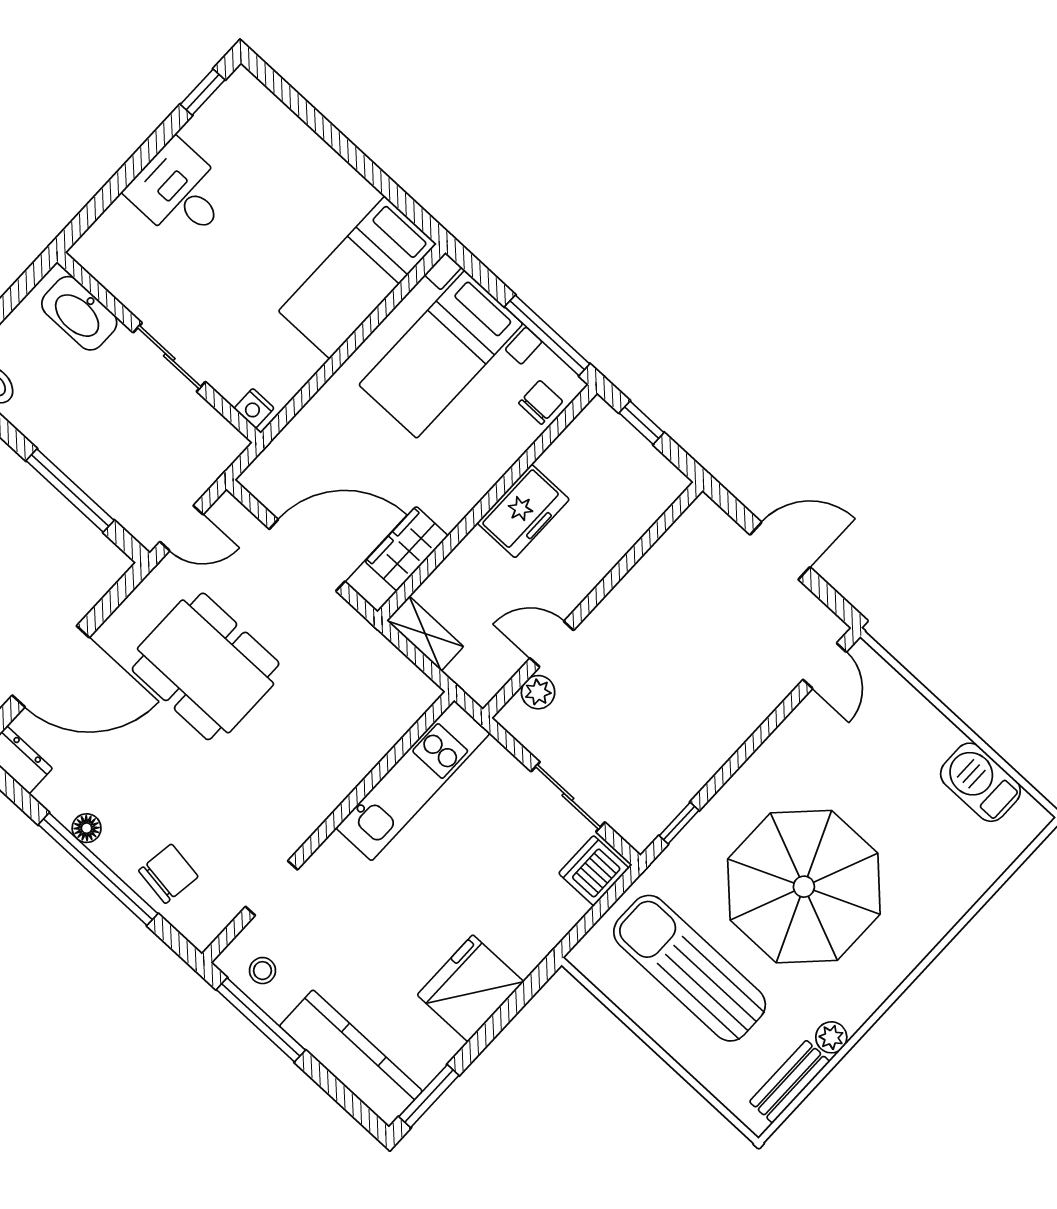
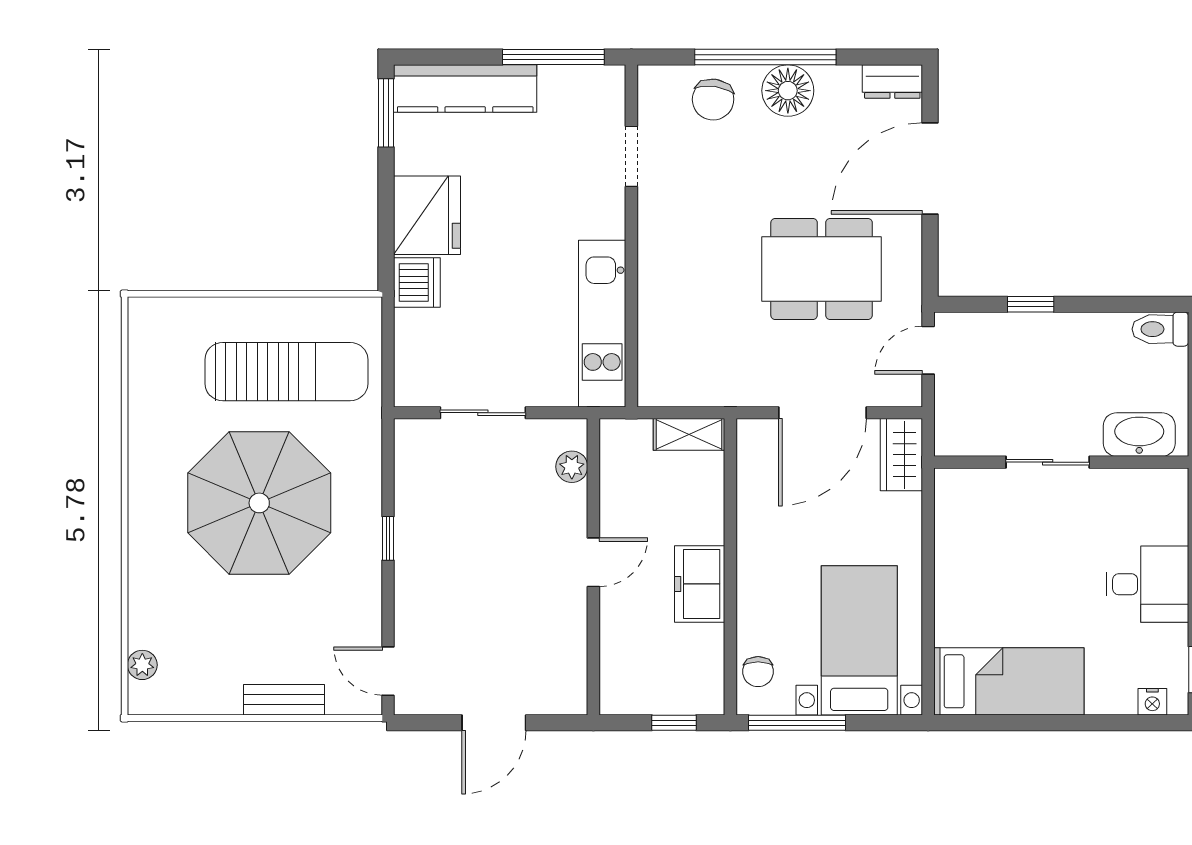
bed: (357, 277) -> (1009, 681), moved, turned 90
nightstand: (254, 408) -> (1152, 702), moved, turned 180
window: (70, 490) -> (1031, 304), width x0.46
wardrobe: (407, 549) -> (901, 455), moved, turned 180
door: (552, 644) -> (593, 562), moved
barbecue: (980, 782) -> (203, 691), removed
window: (679, 823) -> (388, 538), moved
floor lamp: (87, 828) -> (788, 91), width x1.89, depth x1.89
dishwasher: (594, 871) -> (417, 283), moved
stool: (262, 971) -> (584, 93), removed
plant: (831, 1037) -> (142, 665), moved
bench: (789, 1082) -> (284, 700), moved, turned 90

